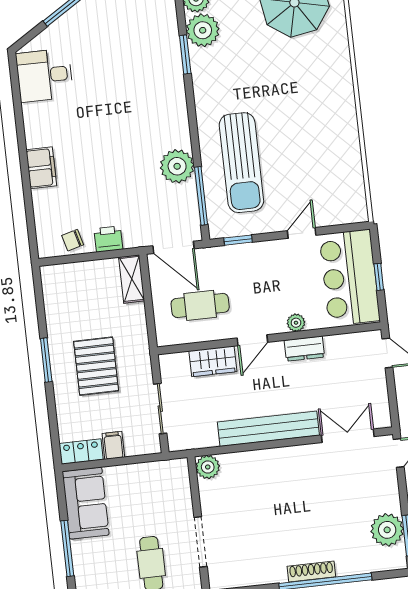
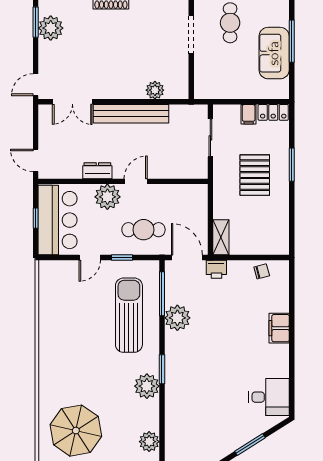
plant: (203, 30) -> (147, 386), moved
window: (185, 55) -> (162, 369), moved
printer: (108, 239) -> (216, 269), moved
window: (238, 240) -> (122, 257), moved
cafe table: (200, 305) -> (143, 230), moved
plant: (296, 323) -> (107, 197), width x1.88, depth x1.88
window: (46, 360) -> (292, 165), moved
wardrobe: (213, 361) -> (167, 169), removed
plant: (208, 467) -> (155, 90), moved
sofa: (86, 503) -> (274, 53), moved

